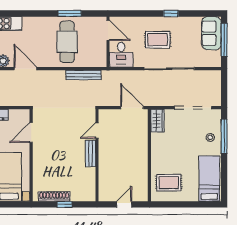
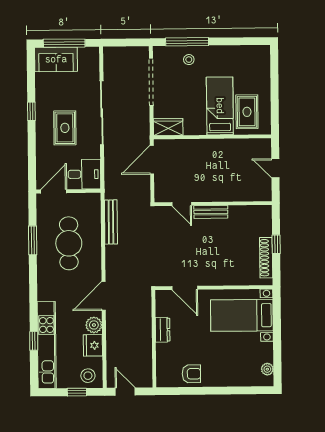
cafe table: (67, 42) -> (69, 243), turned 90
bed: (209, 179) -> (220, 106), moved, turned 90

